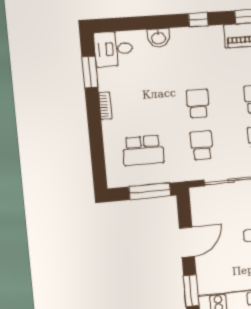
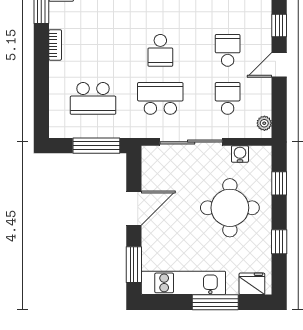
school desk: (198, 104) -> (160, 50), turned 180
school desk: (202, 145) -> (160, 98), width x1.85

